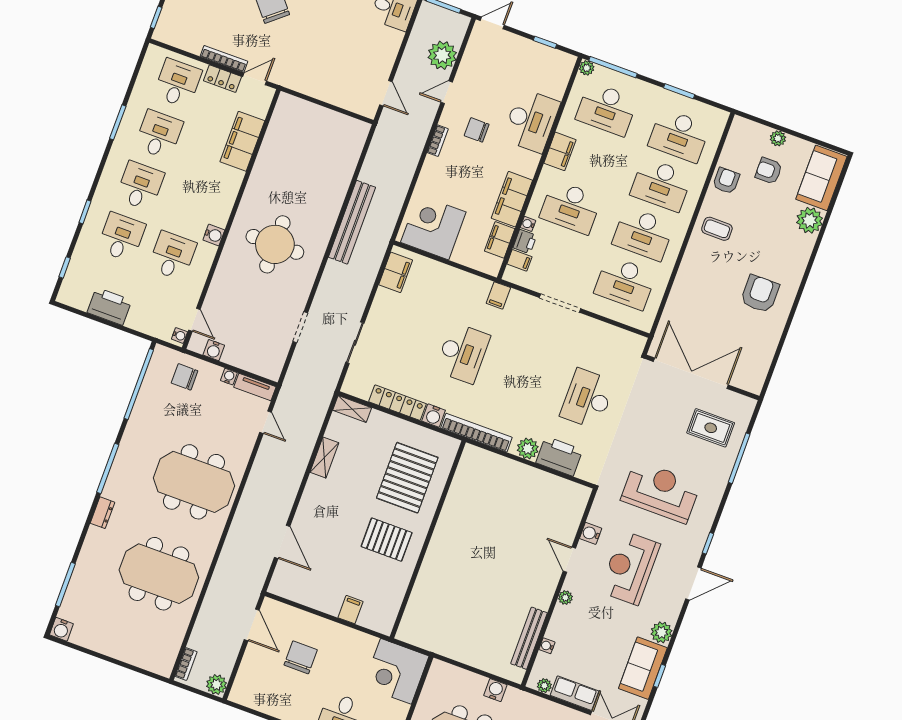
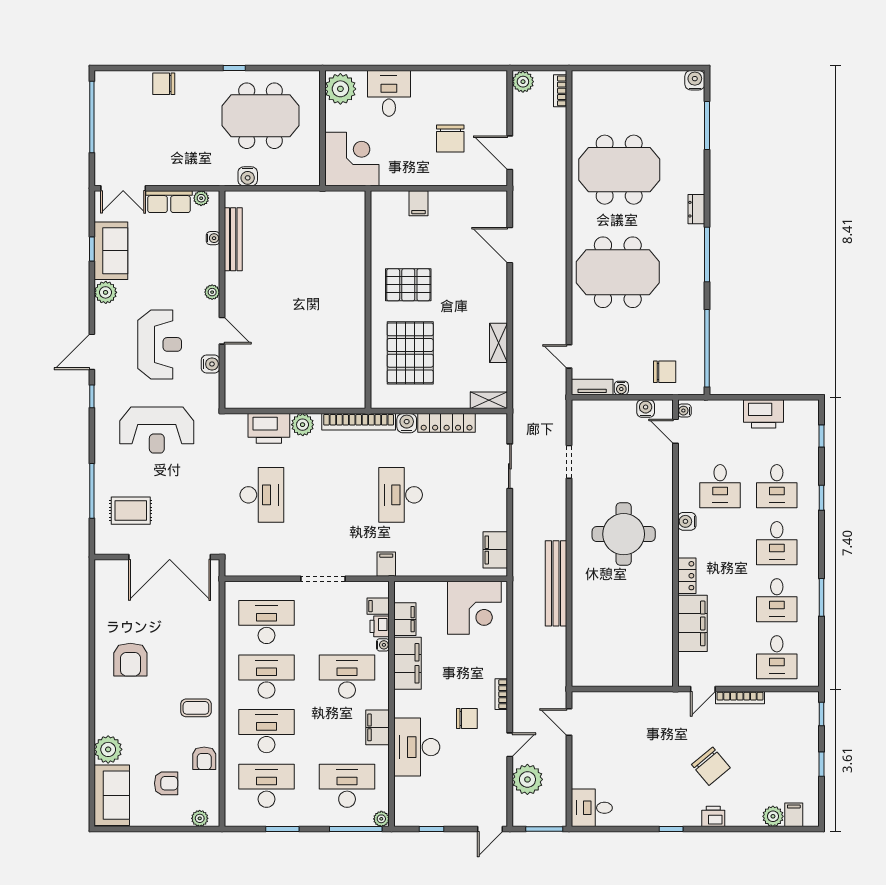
locker: (222, 79) -> (687, 576), moved, turned 90
plant: (778, 138) -> (200, 818), moved

